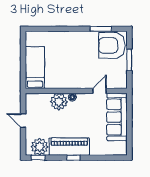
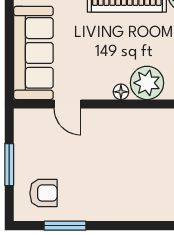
armchair: (112, 45) -> (44, 193), width x0.53, depth x0.53
door: (100, 91) -> (67, 104), hinge flipped

